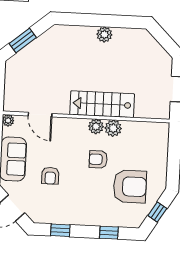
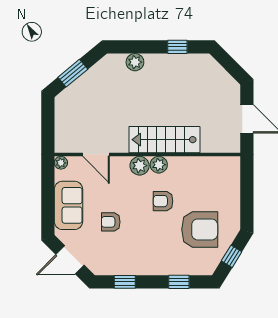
window: (118, 21) -> (177, 47), added
plant: (104, 34) -> (135, 62), moved
plant: (113, 128) -> (140, 166), moved
armchair: (50, 176) -> (111, 222), turned 90

